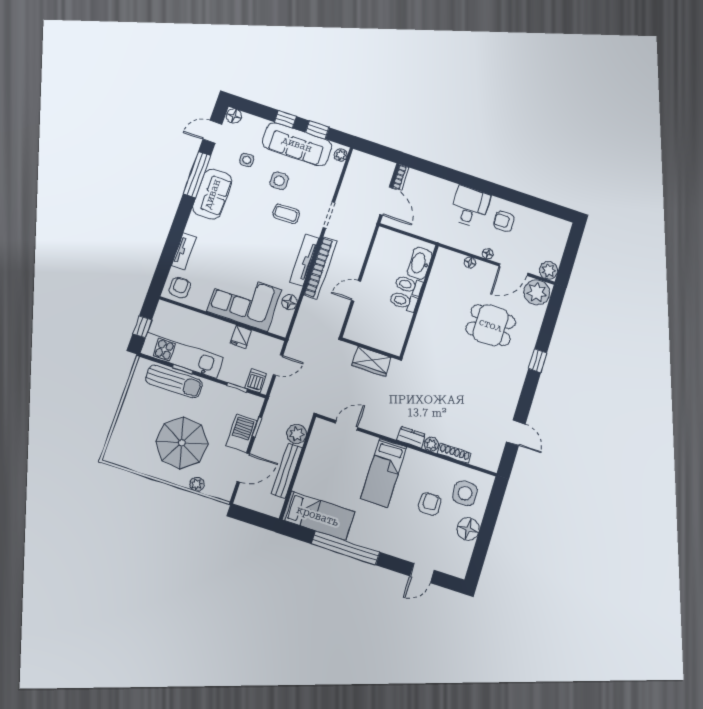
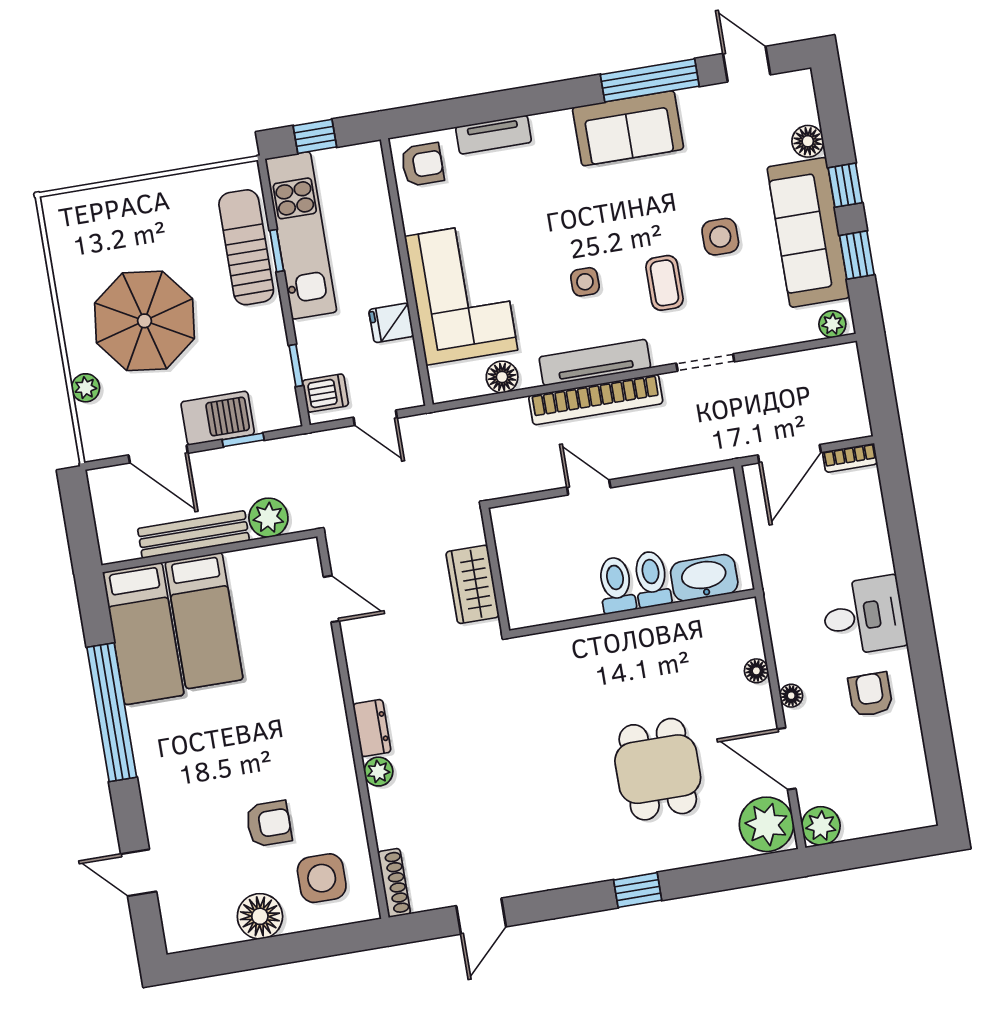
floor lamp: (234, 116) -> (808, 141), moved
side table: (247, 160) -> (585, 282), moved
sun lounger: (174, 382) -> (246, 247), turned 180
shoe rack: (454, 453) -> (394, 883), moved
bed: (384, 473) -> (204, 621), moved, turned -90

